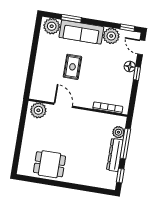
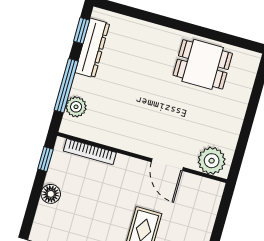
floor lamp: (130, 66) -> (51, 194), moved
window: (137, 73) -> (45, 159), moved
dresser: (115, 155) -> (92, 48), moved

